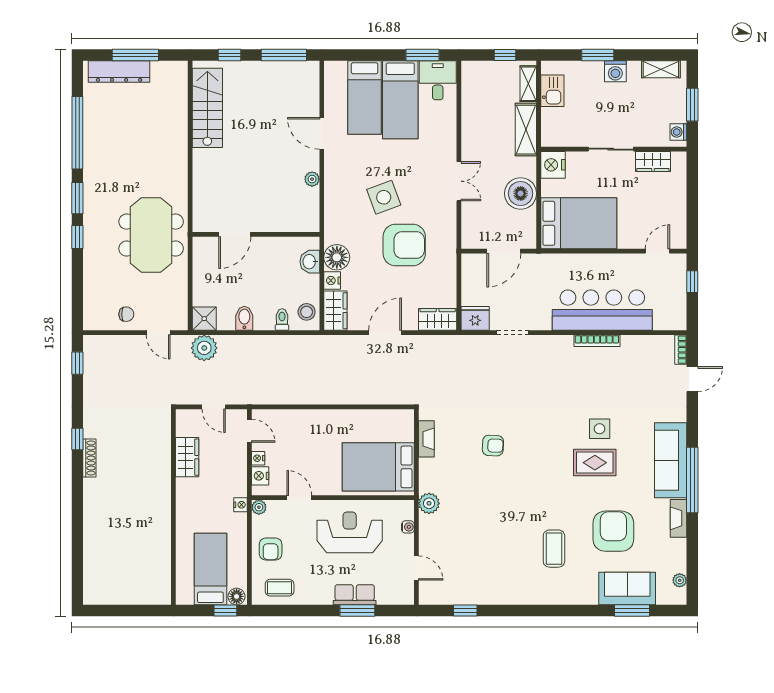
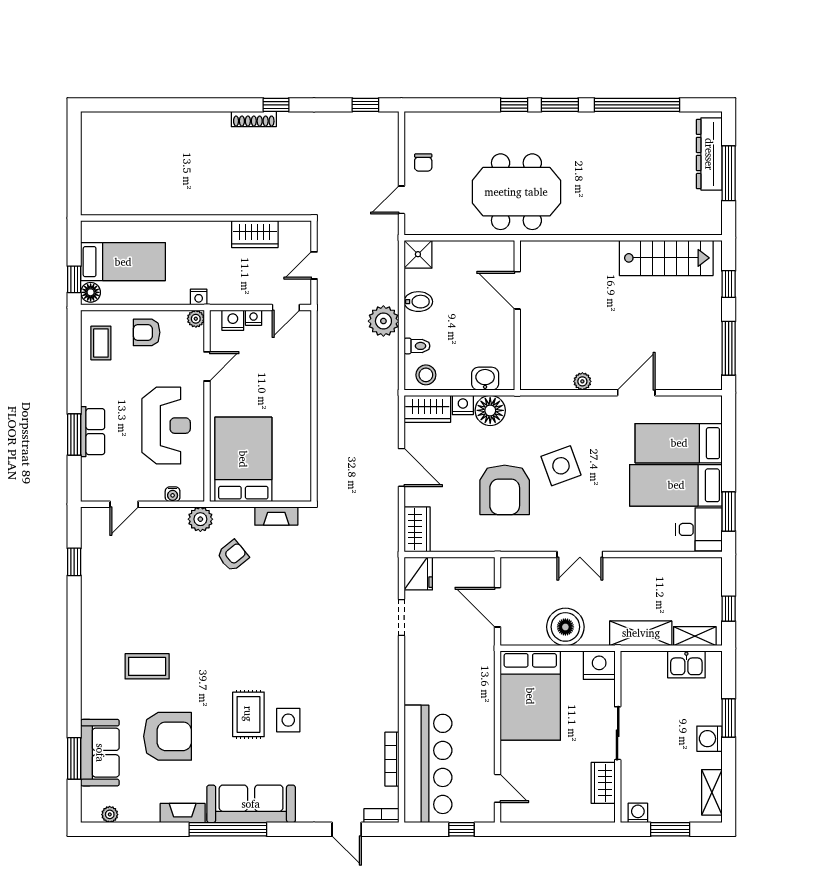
bar counter: (602, 310) -> (428, 764), moved
bookcase: (597, 341) -> (392, 759), moved
plant: (204, 348) -> (383, 321), moved
armchair: (493, 446) -> (233, 556), moved, turned -131

